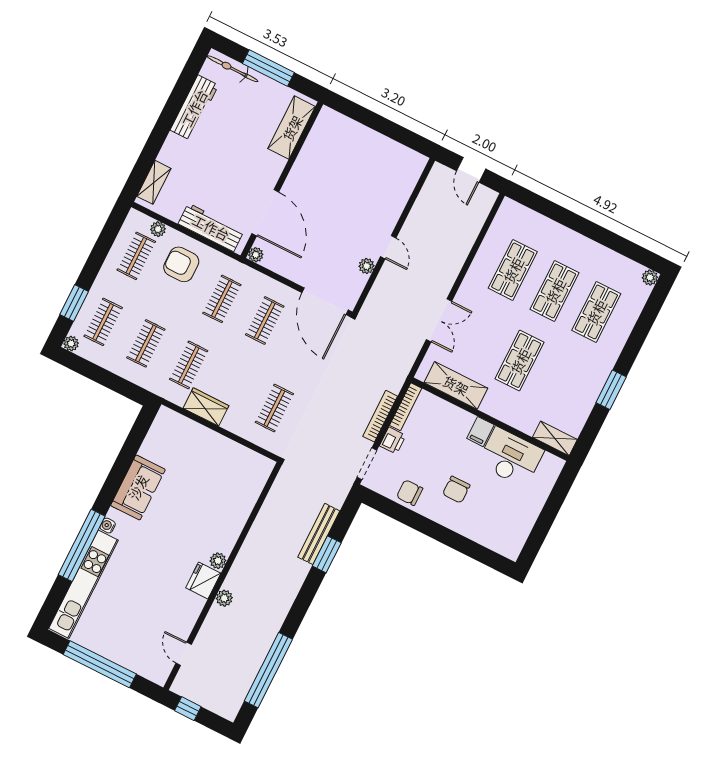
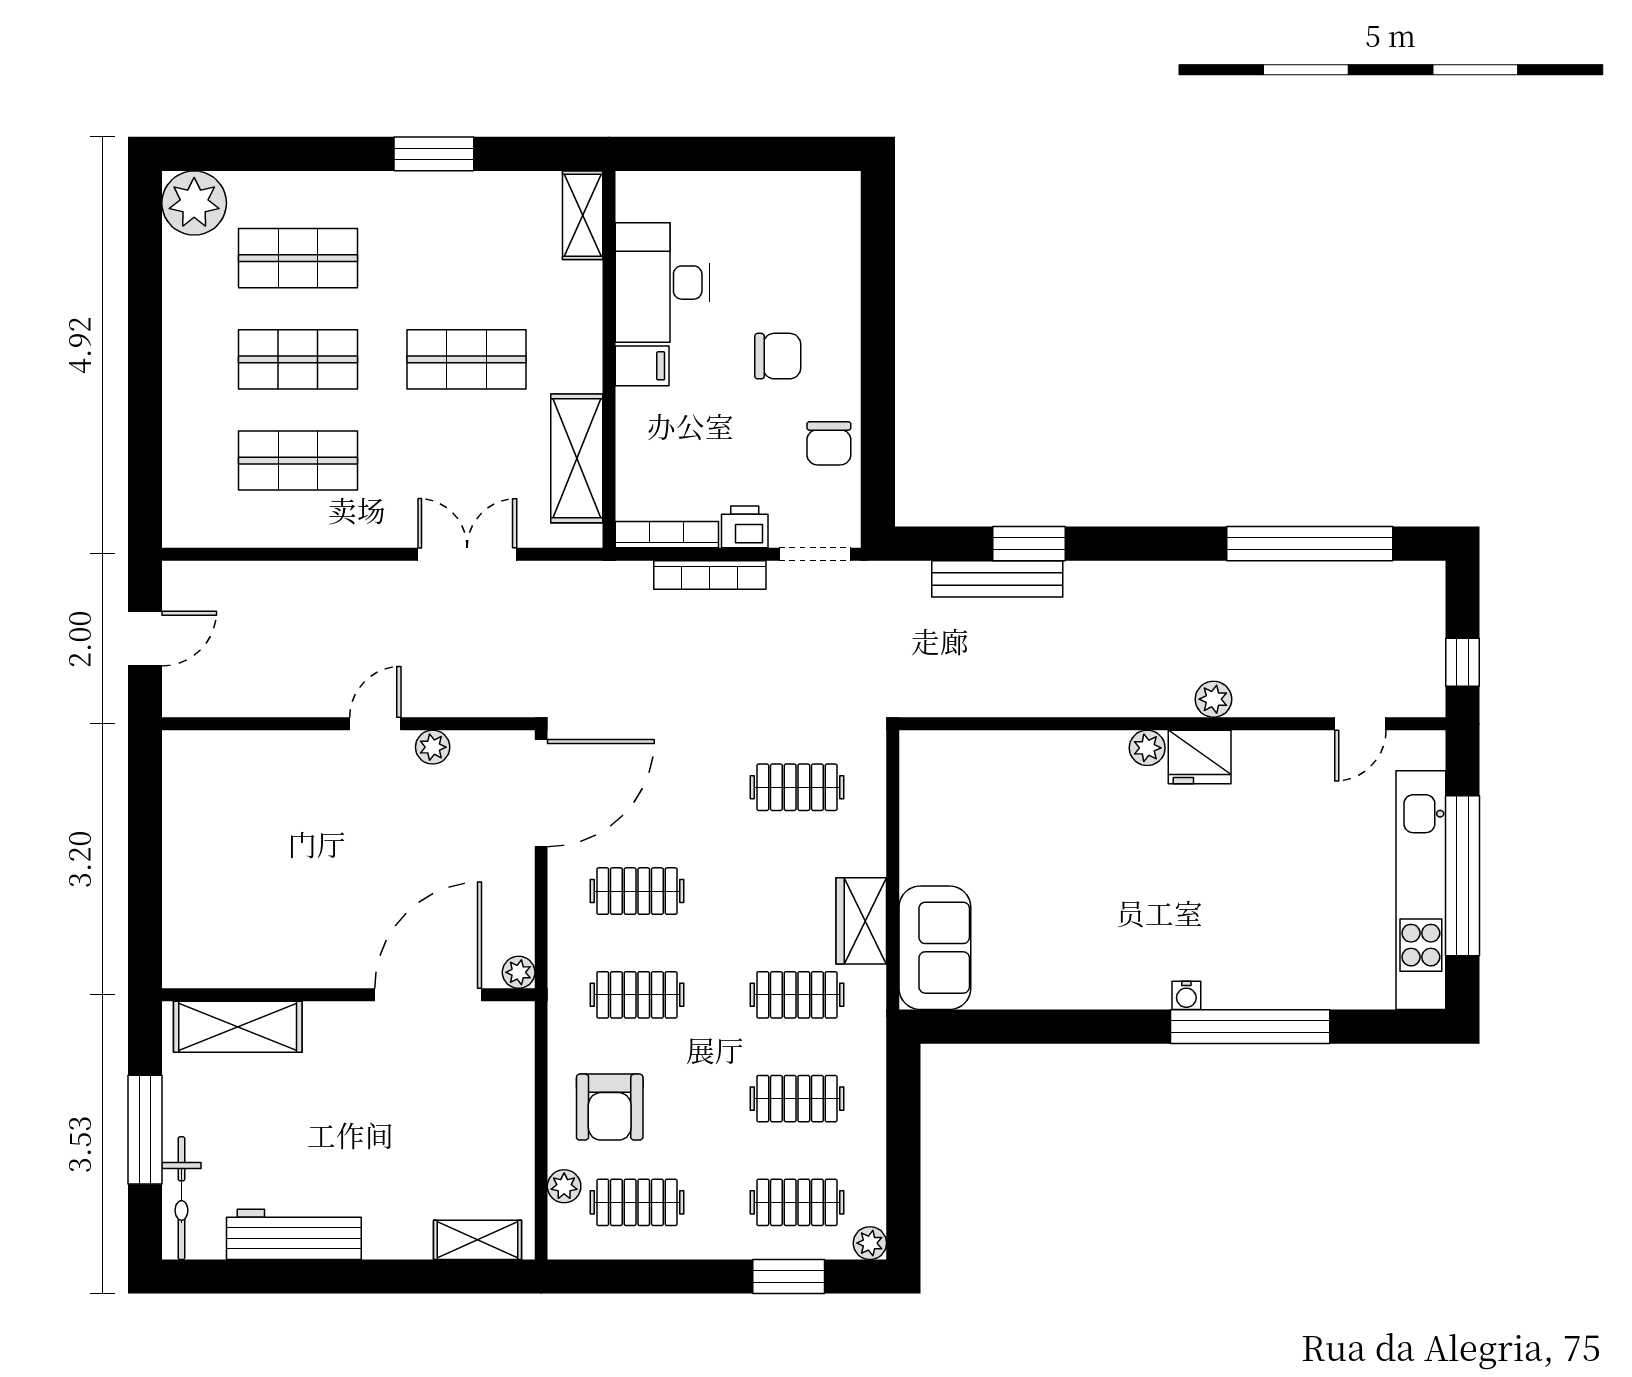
workbench: (211, 227) -> (509, 1086), removed
plant: (650, 277) -> (194, 203), width x1.88, depth x1.88
sofa: (138, 487) -> (935, 948), moved, turned 90
kitchen unit: (84, 584) -> (1421, 890), moved, turned -90

